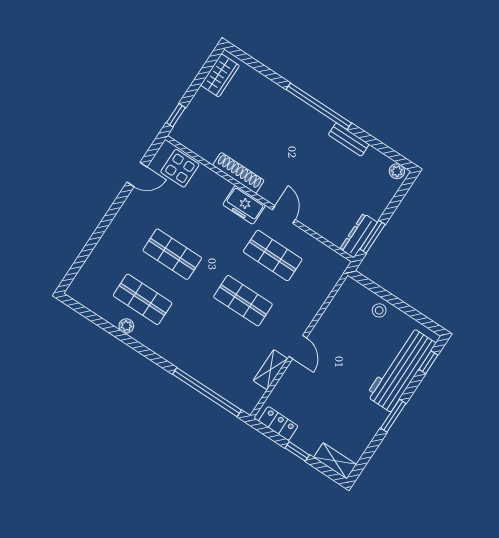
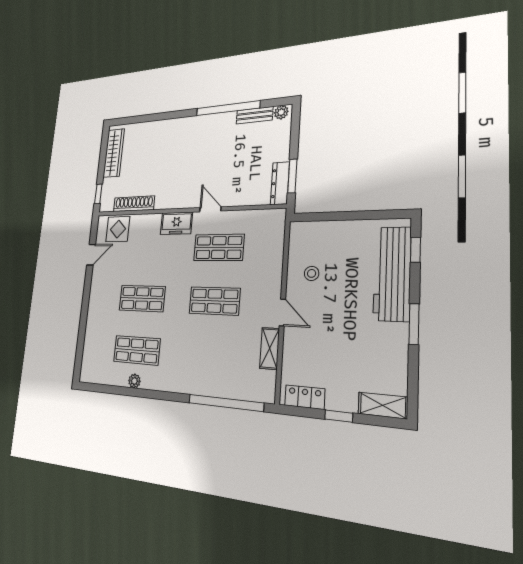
wardrobe: (220, 75) -> (114, 153), width x1.50
window: (319, 106) -> (228, 108), moved
bench: (349, 140) -> (254, 115), moved
shoe rack: (238, 173) -> (134, 204), moved
stool: (379, 310) -> (312, 273), moved

